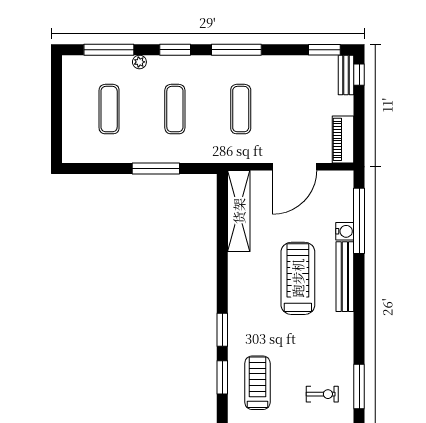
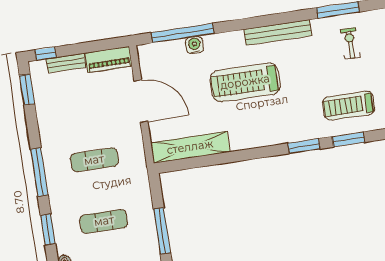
bench: (346, 75) -> (66, 63), moved
bench: (345, 277) -> (278, 32), moved

